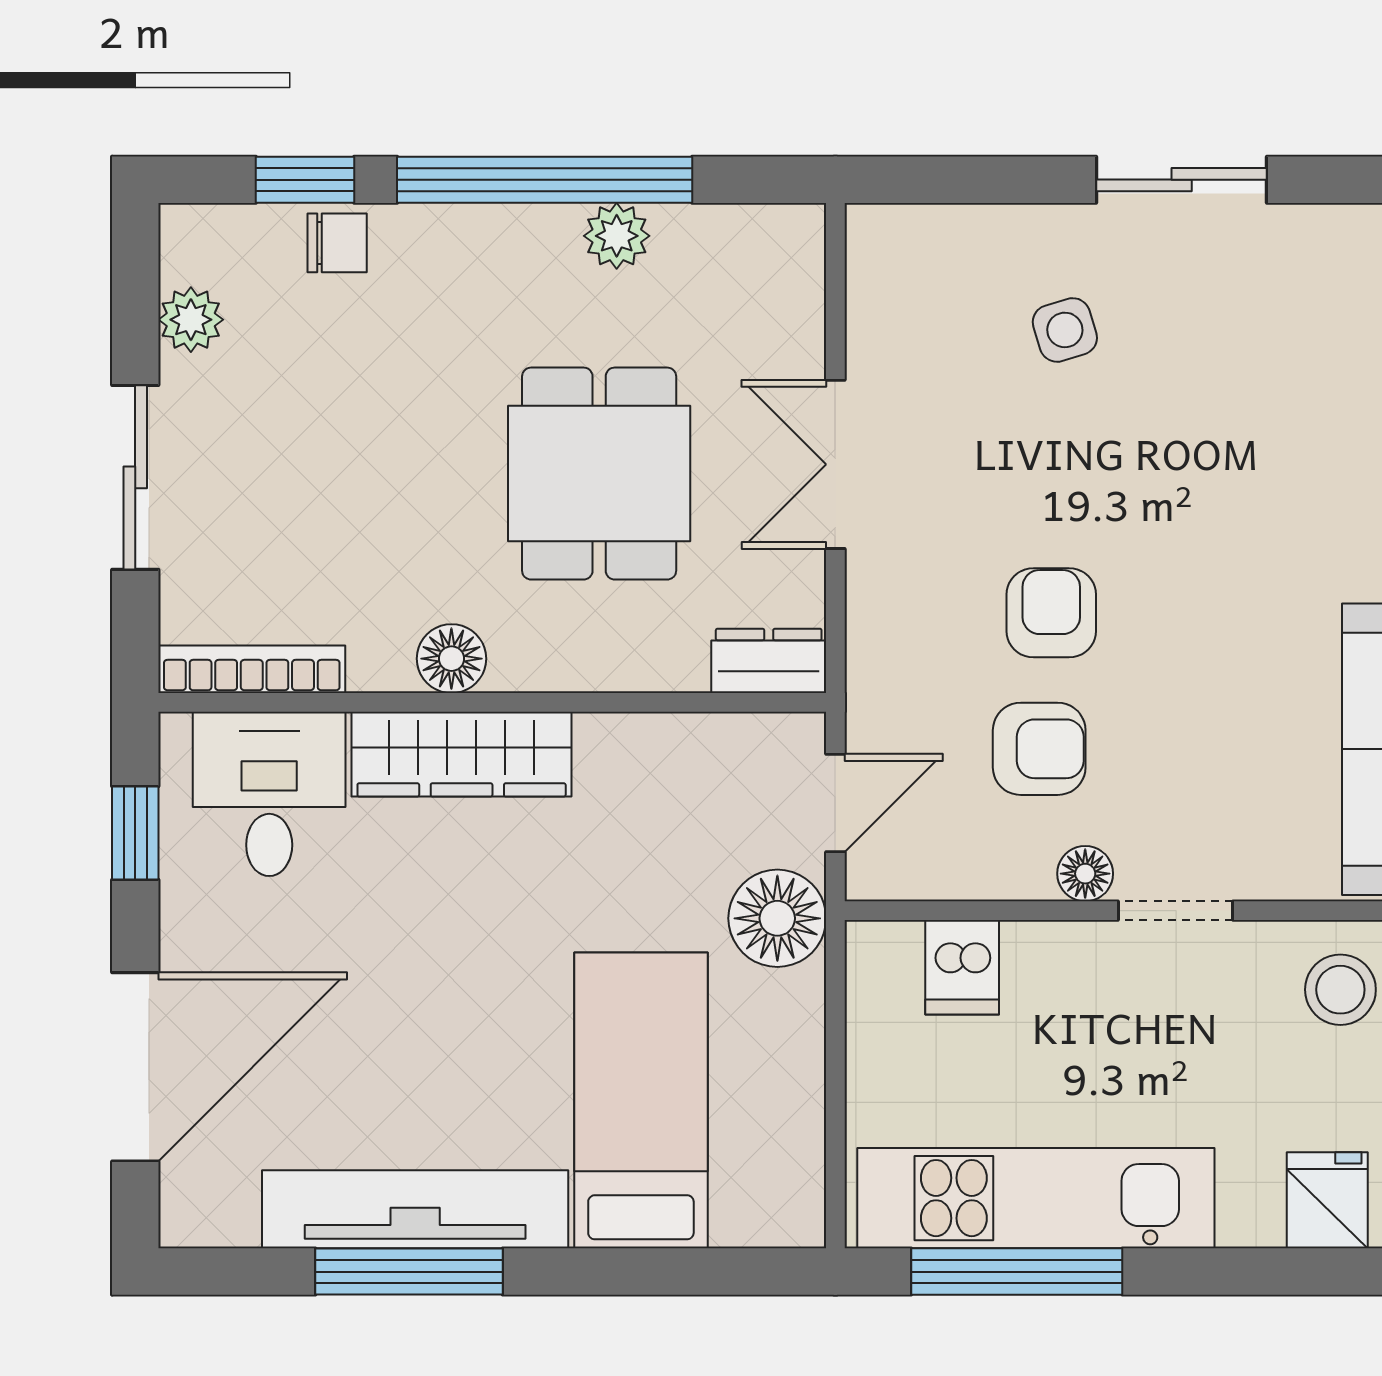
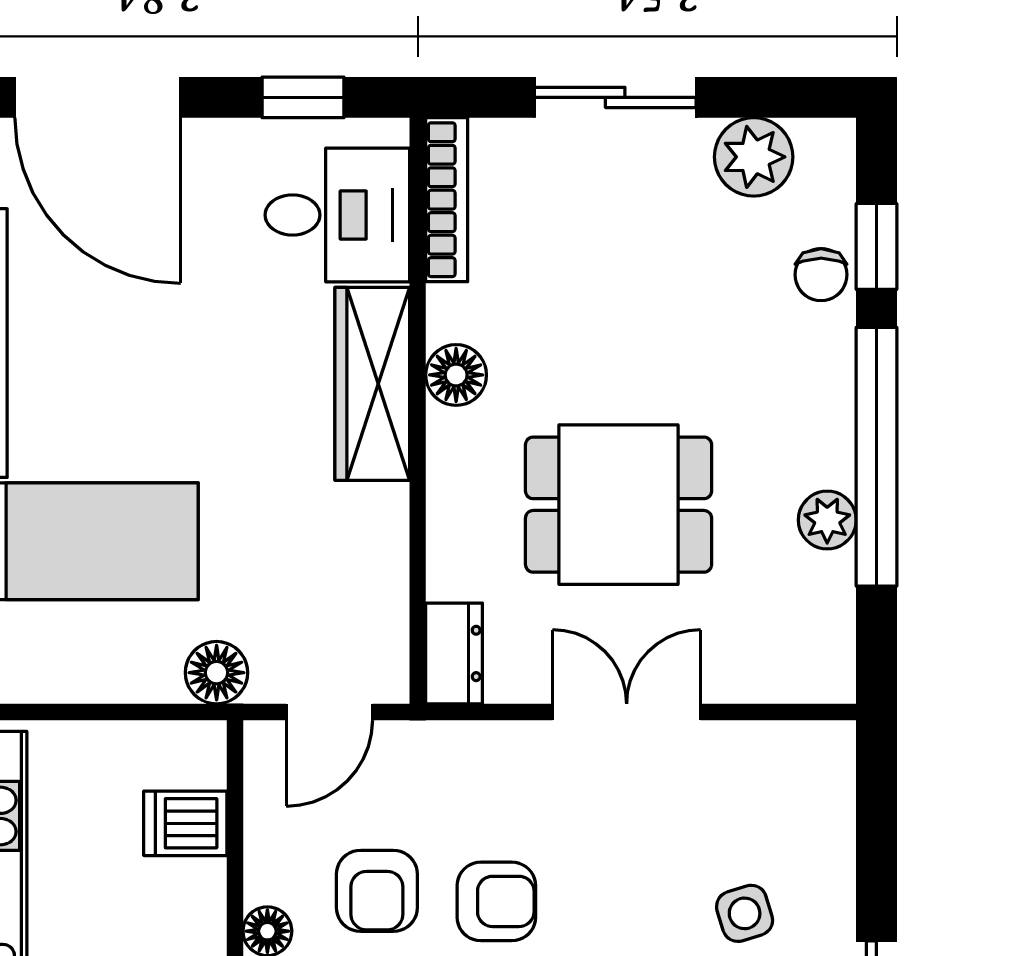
plant: (191, 320) -> (754, 157), width x1.38, depth x1.38
door: (835, 803) -> (329, 712), hinge flipped
floor lamp: (777, 918) -> (217, 673), width x0.73, depth x0.73

